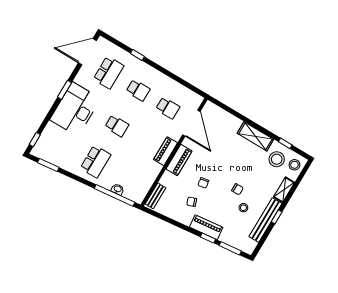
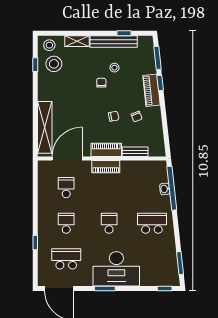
shelving: (255, 136) -> (45, 127), moved, width x1.47
bench: (155, 196) -> (135, 152), moved
window: (277, 217) -> (124, 33), moved

